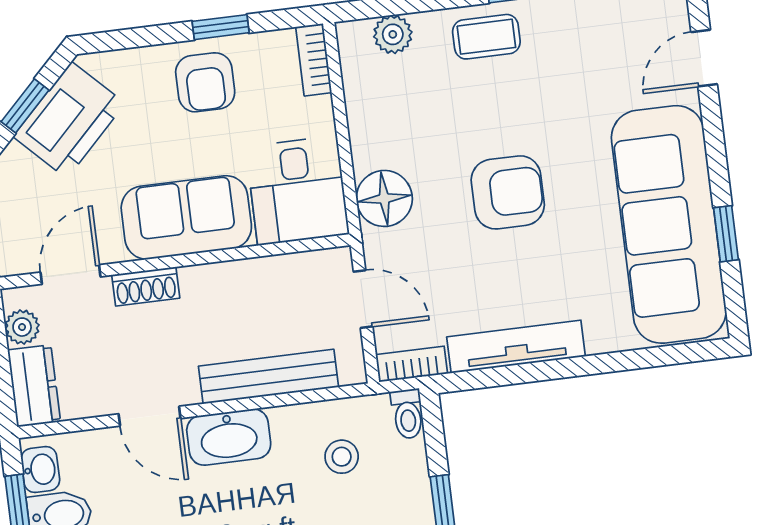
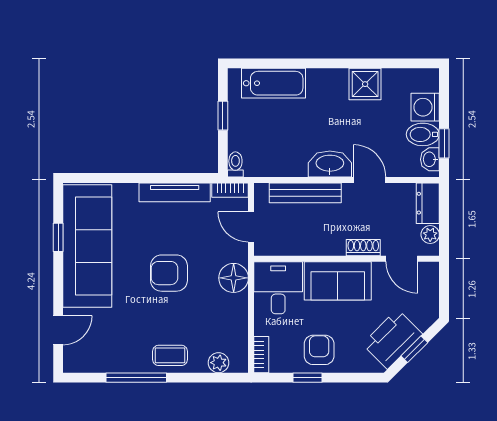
door: (71, 274) -> (402, 259), hinge flipped
stool: (342, 457) -> (272, 146), removed

